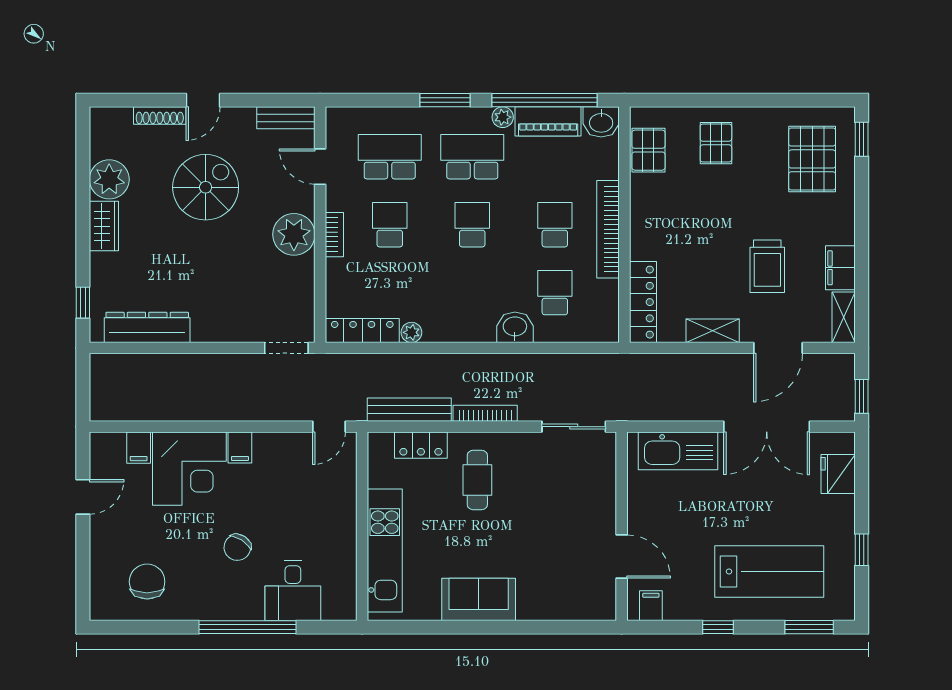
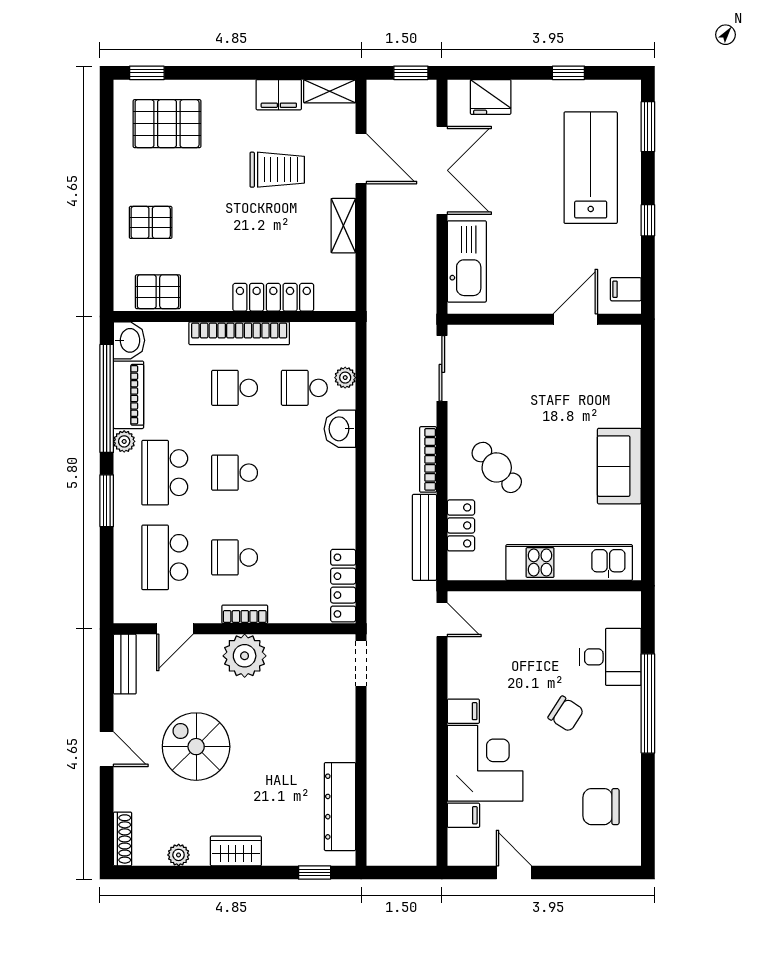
shoe rack: (160, 116) -> (123, 839), moved
plant: (109, 179) -> (179, 855), width x0.53, depth x0.53
locker: (643, 302) -> (273, 297), moved
plant: (411, 332) -> (345, 378), moved
cafe table: (477, 480) -> (497, 467), turned 46

